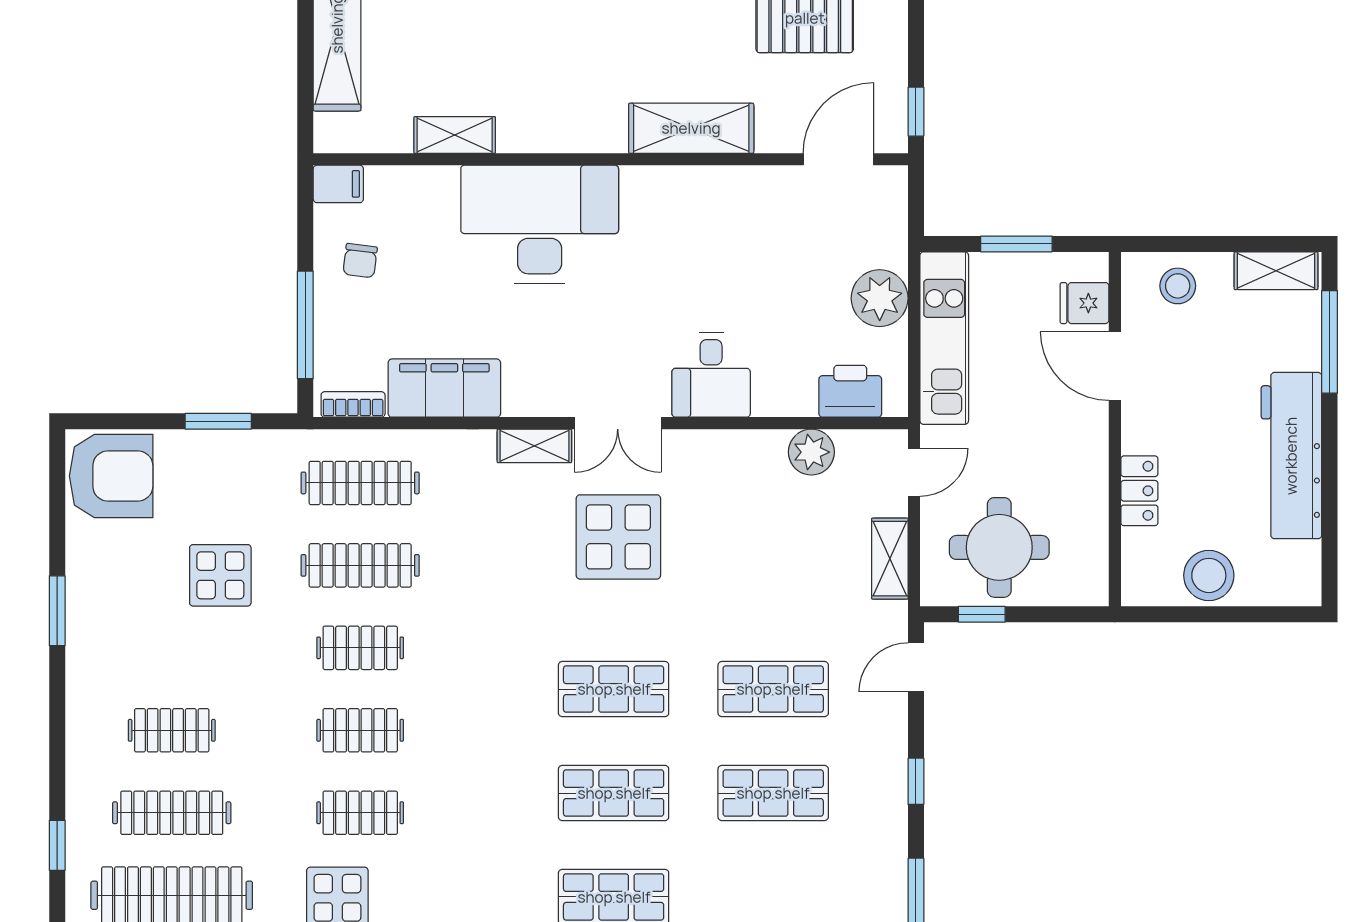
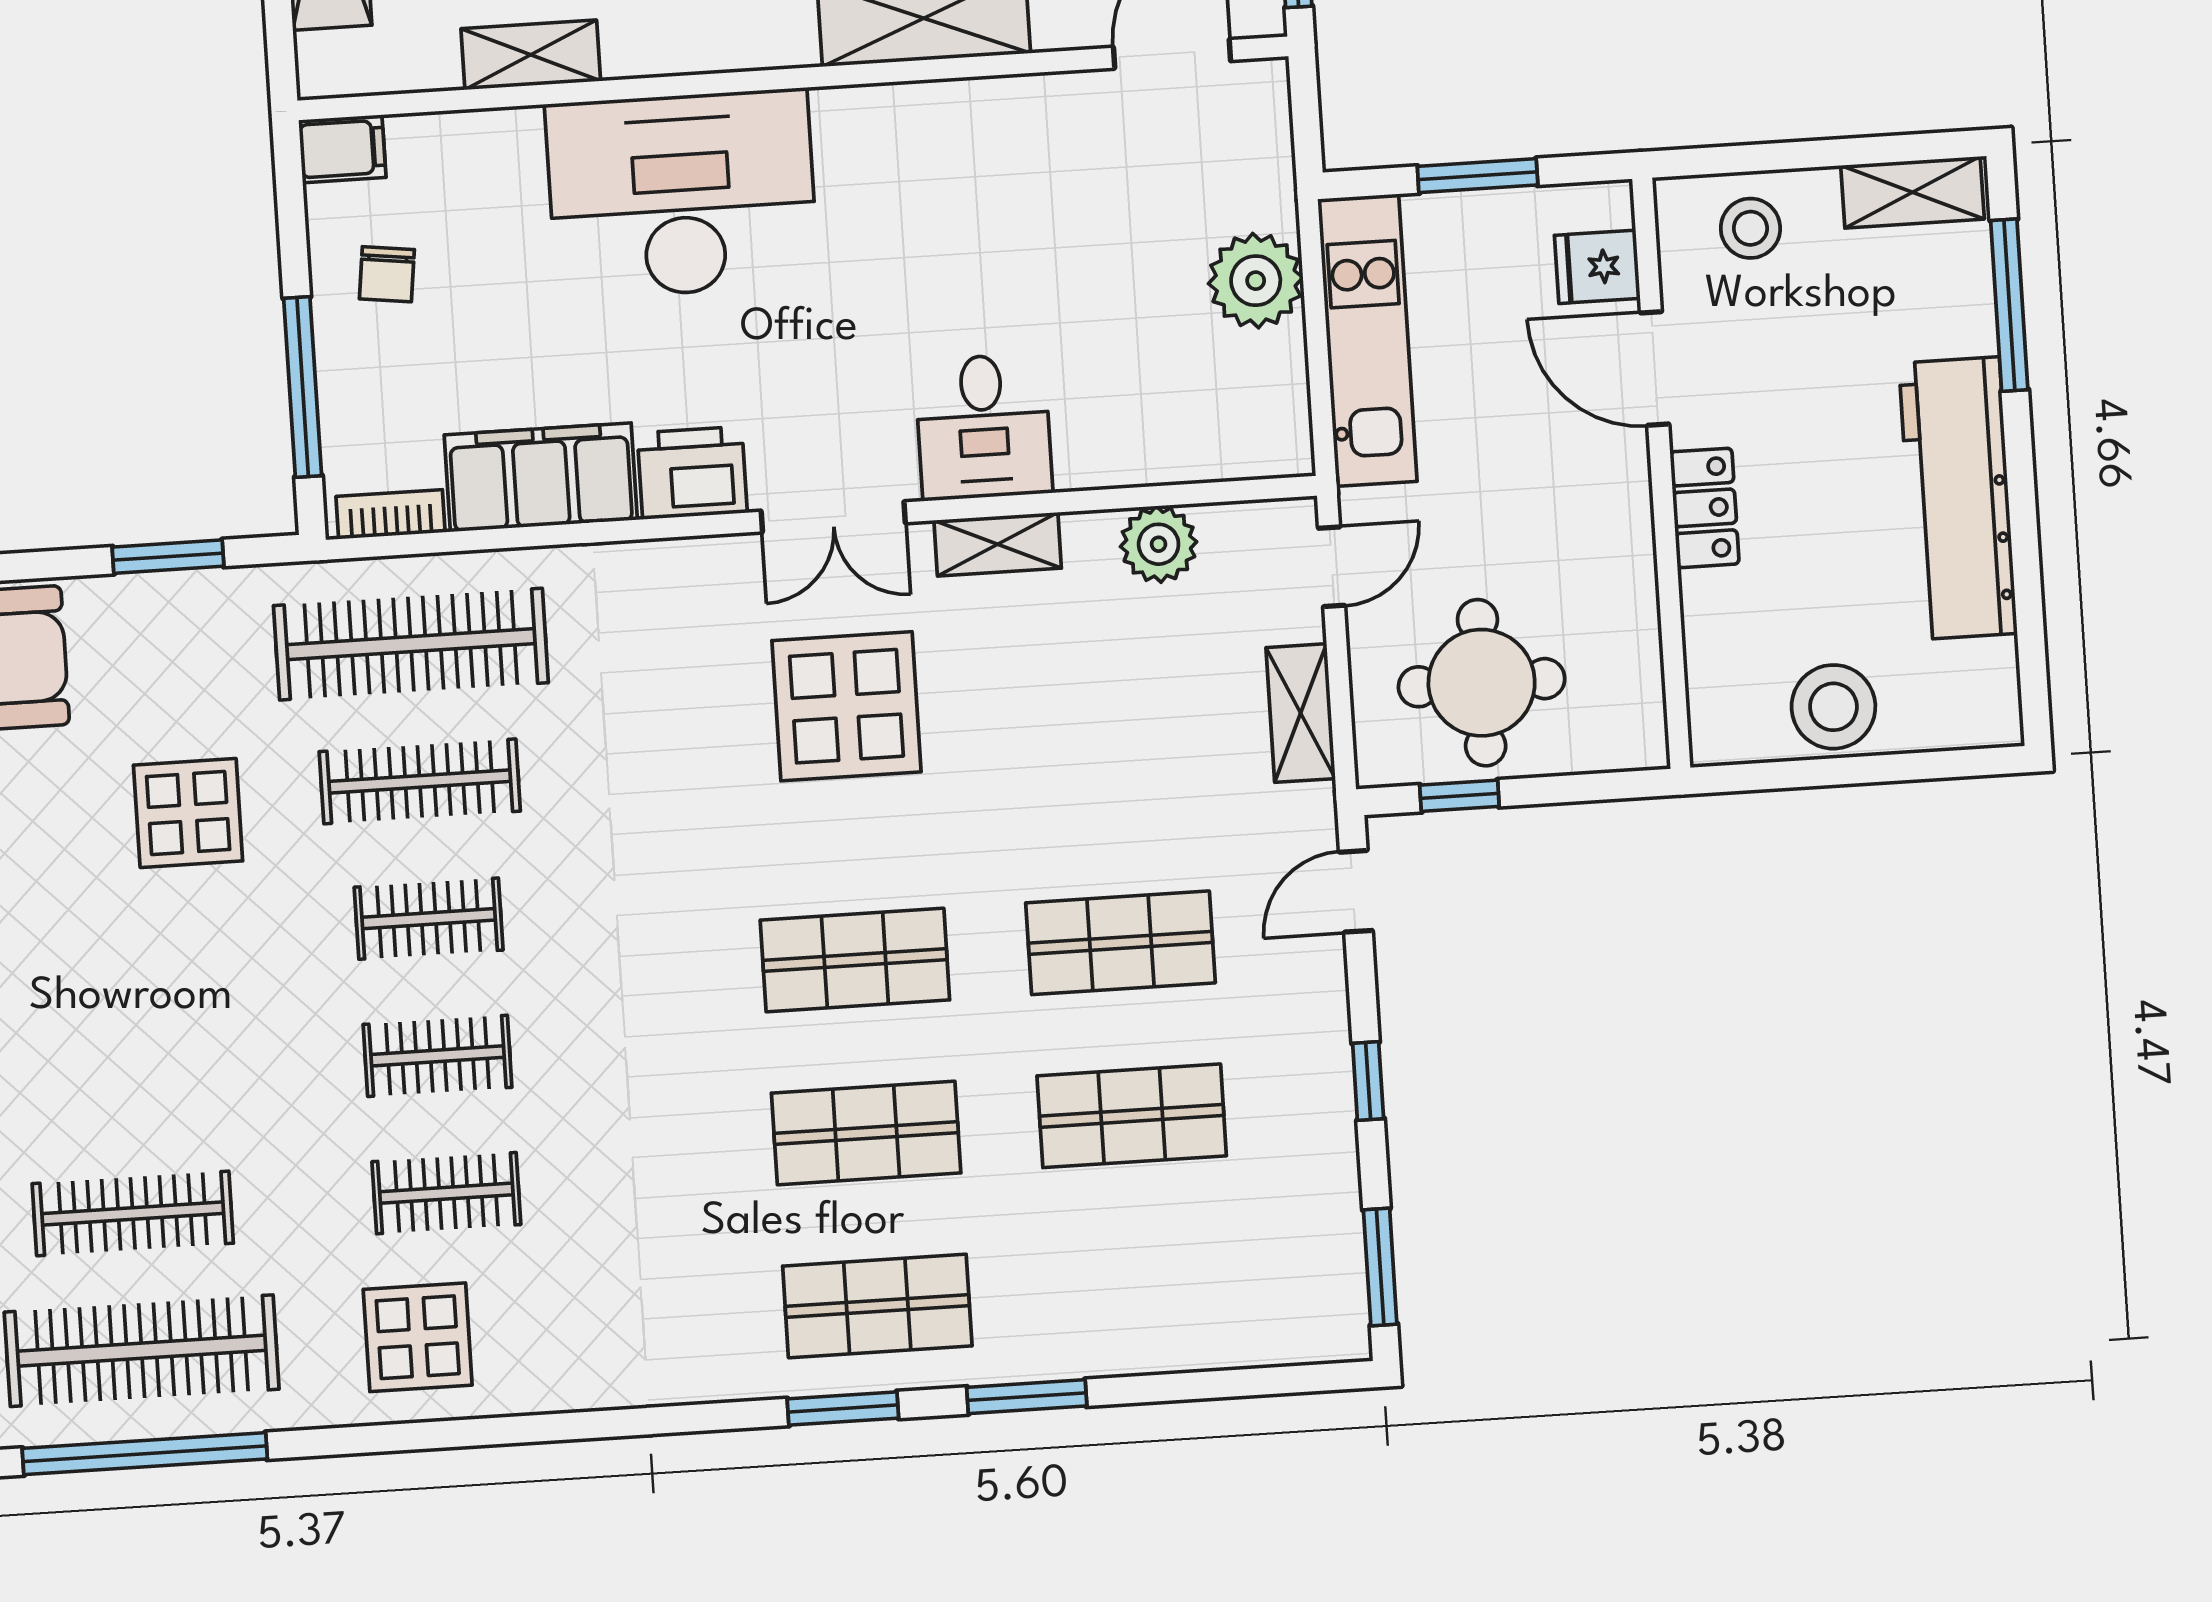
printer: (850, 391) -> (692, 473), moved
shelving: (534, 446) -> (998, 544), moved
clothes rail: (360, 483) -> (411, 644), width x1.37, depth x1.31
locker: (1139, 491) -> (1705, 508), moved
clothes rail: (172, 730) -> (124, 1076), removed

